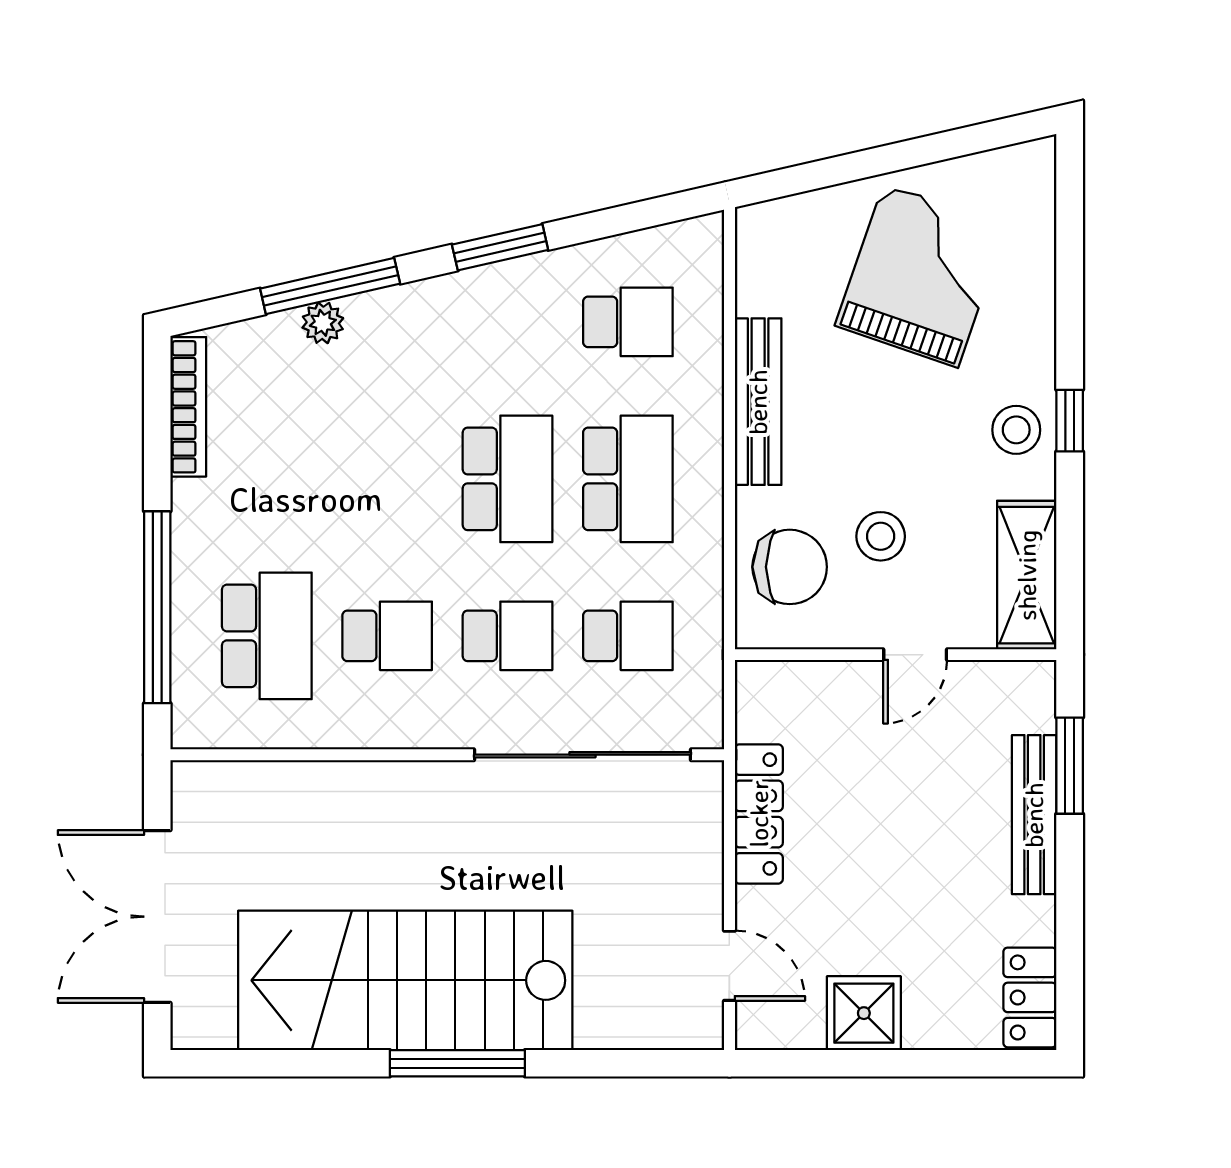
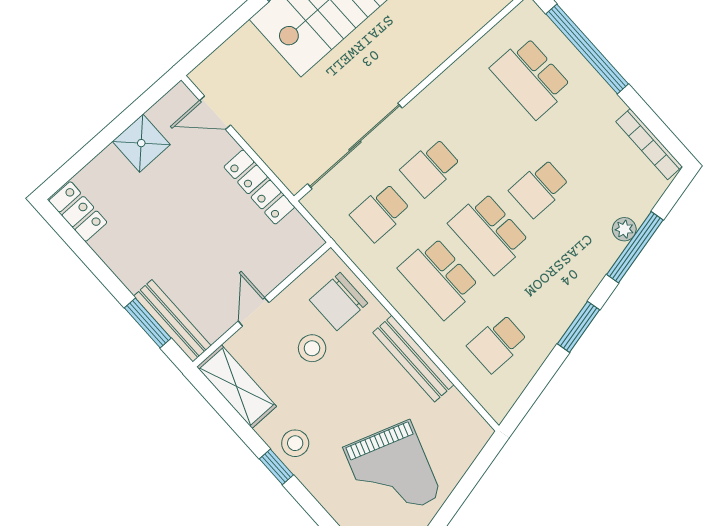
school desk: (387, 636) -> (539, 188), moved
bench: (1034, 815) -> (172, 321), moved

